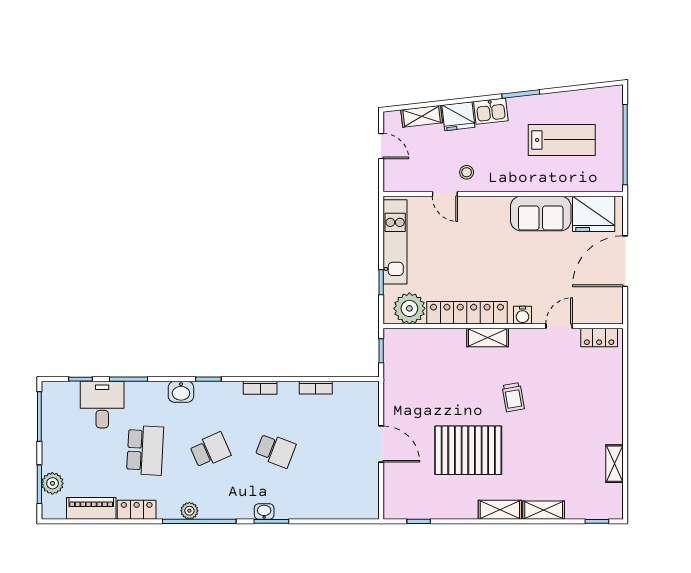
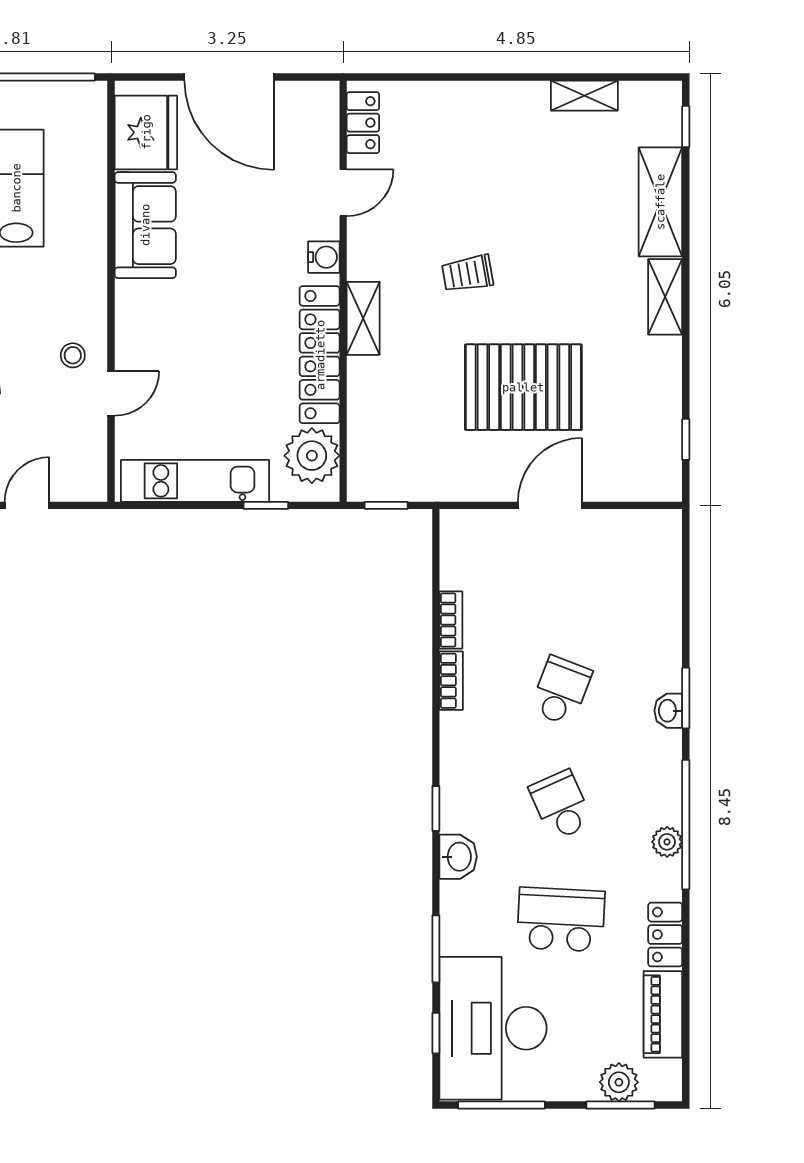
door: (559, 326) -> (343, 193), swing flipped
bookcase: (260, 388) -> (451, 681), moved
trolley: (513, 397) -> (468, 274), turned 180
desk: (102, 405) -> (493, 1028), width x1.87, depth x1.30
pallet: (468, 450) -> (523, 387), moved, turned 90
shelving: (544, 510) -> (660, 202), width x1.50, depth x1.33

